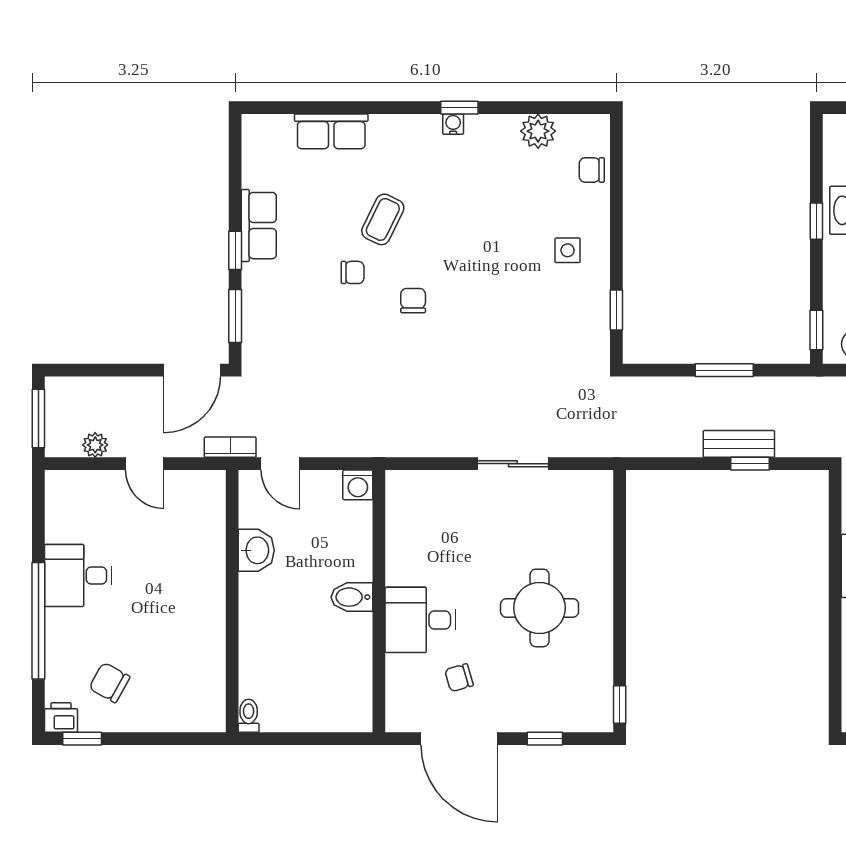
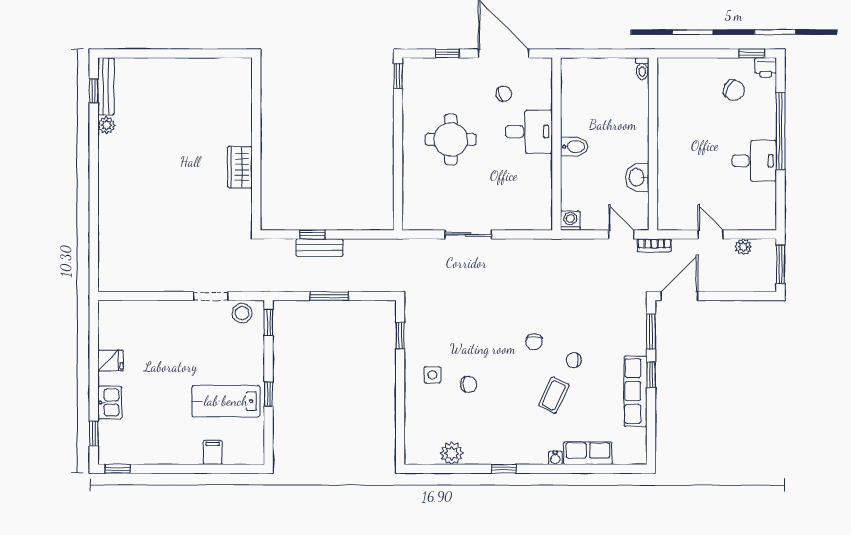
water cooler: (453, 124) -> (555, 458), moved
chair: (592, 170) -> (469, 384), moved
row of seats: (259, 226) -> (636, 391), width x1.48

